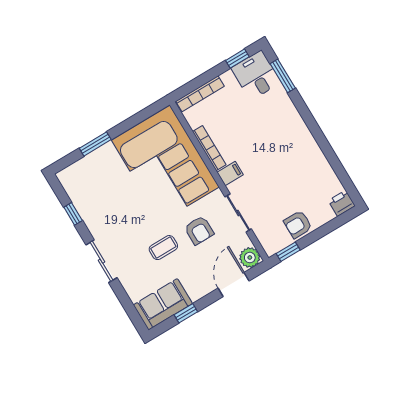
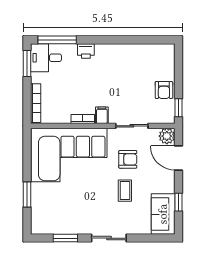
window: (237, 59) -> (27, 64), width x1.50
window: (283, 76) -> (57, 40), width x1.44
bookcase: (209, 148) -> (83, 119), width x0.64
printer: (342, 203) -> (86, 51), moved, turned -90
window: (73, 214) -> (65, 238), width x1.50

